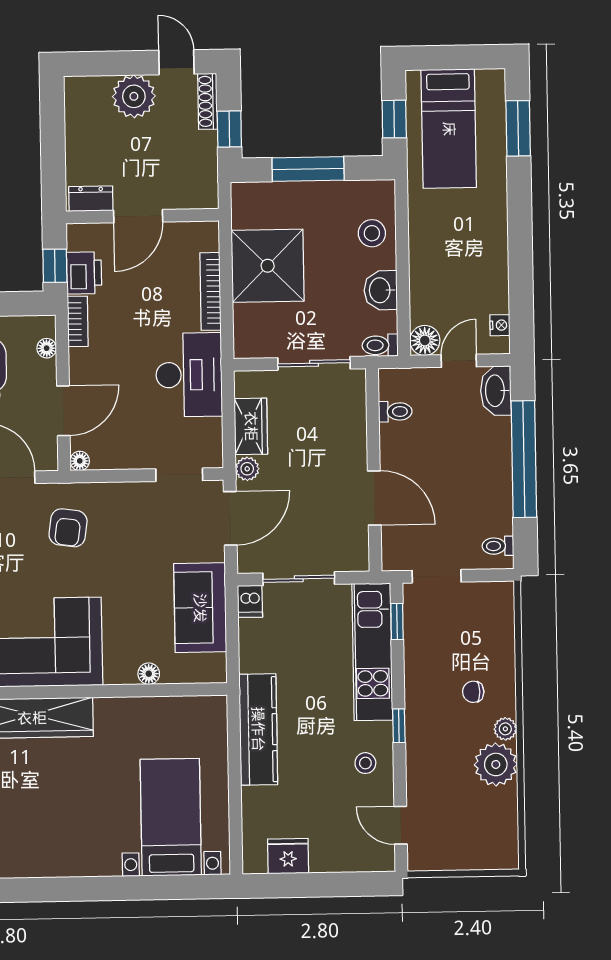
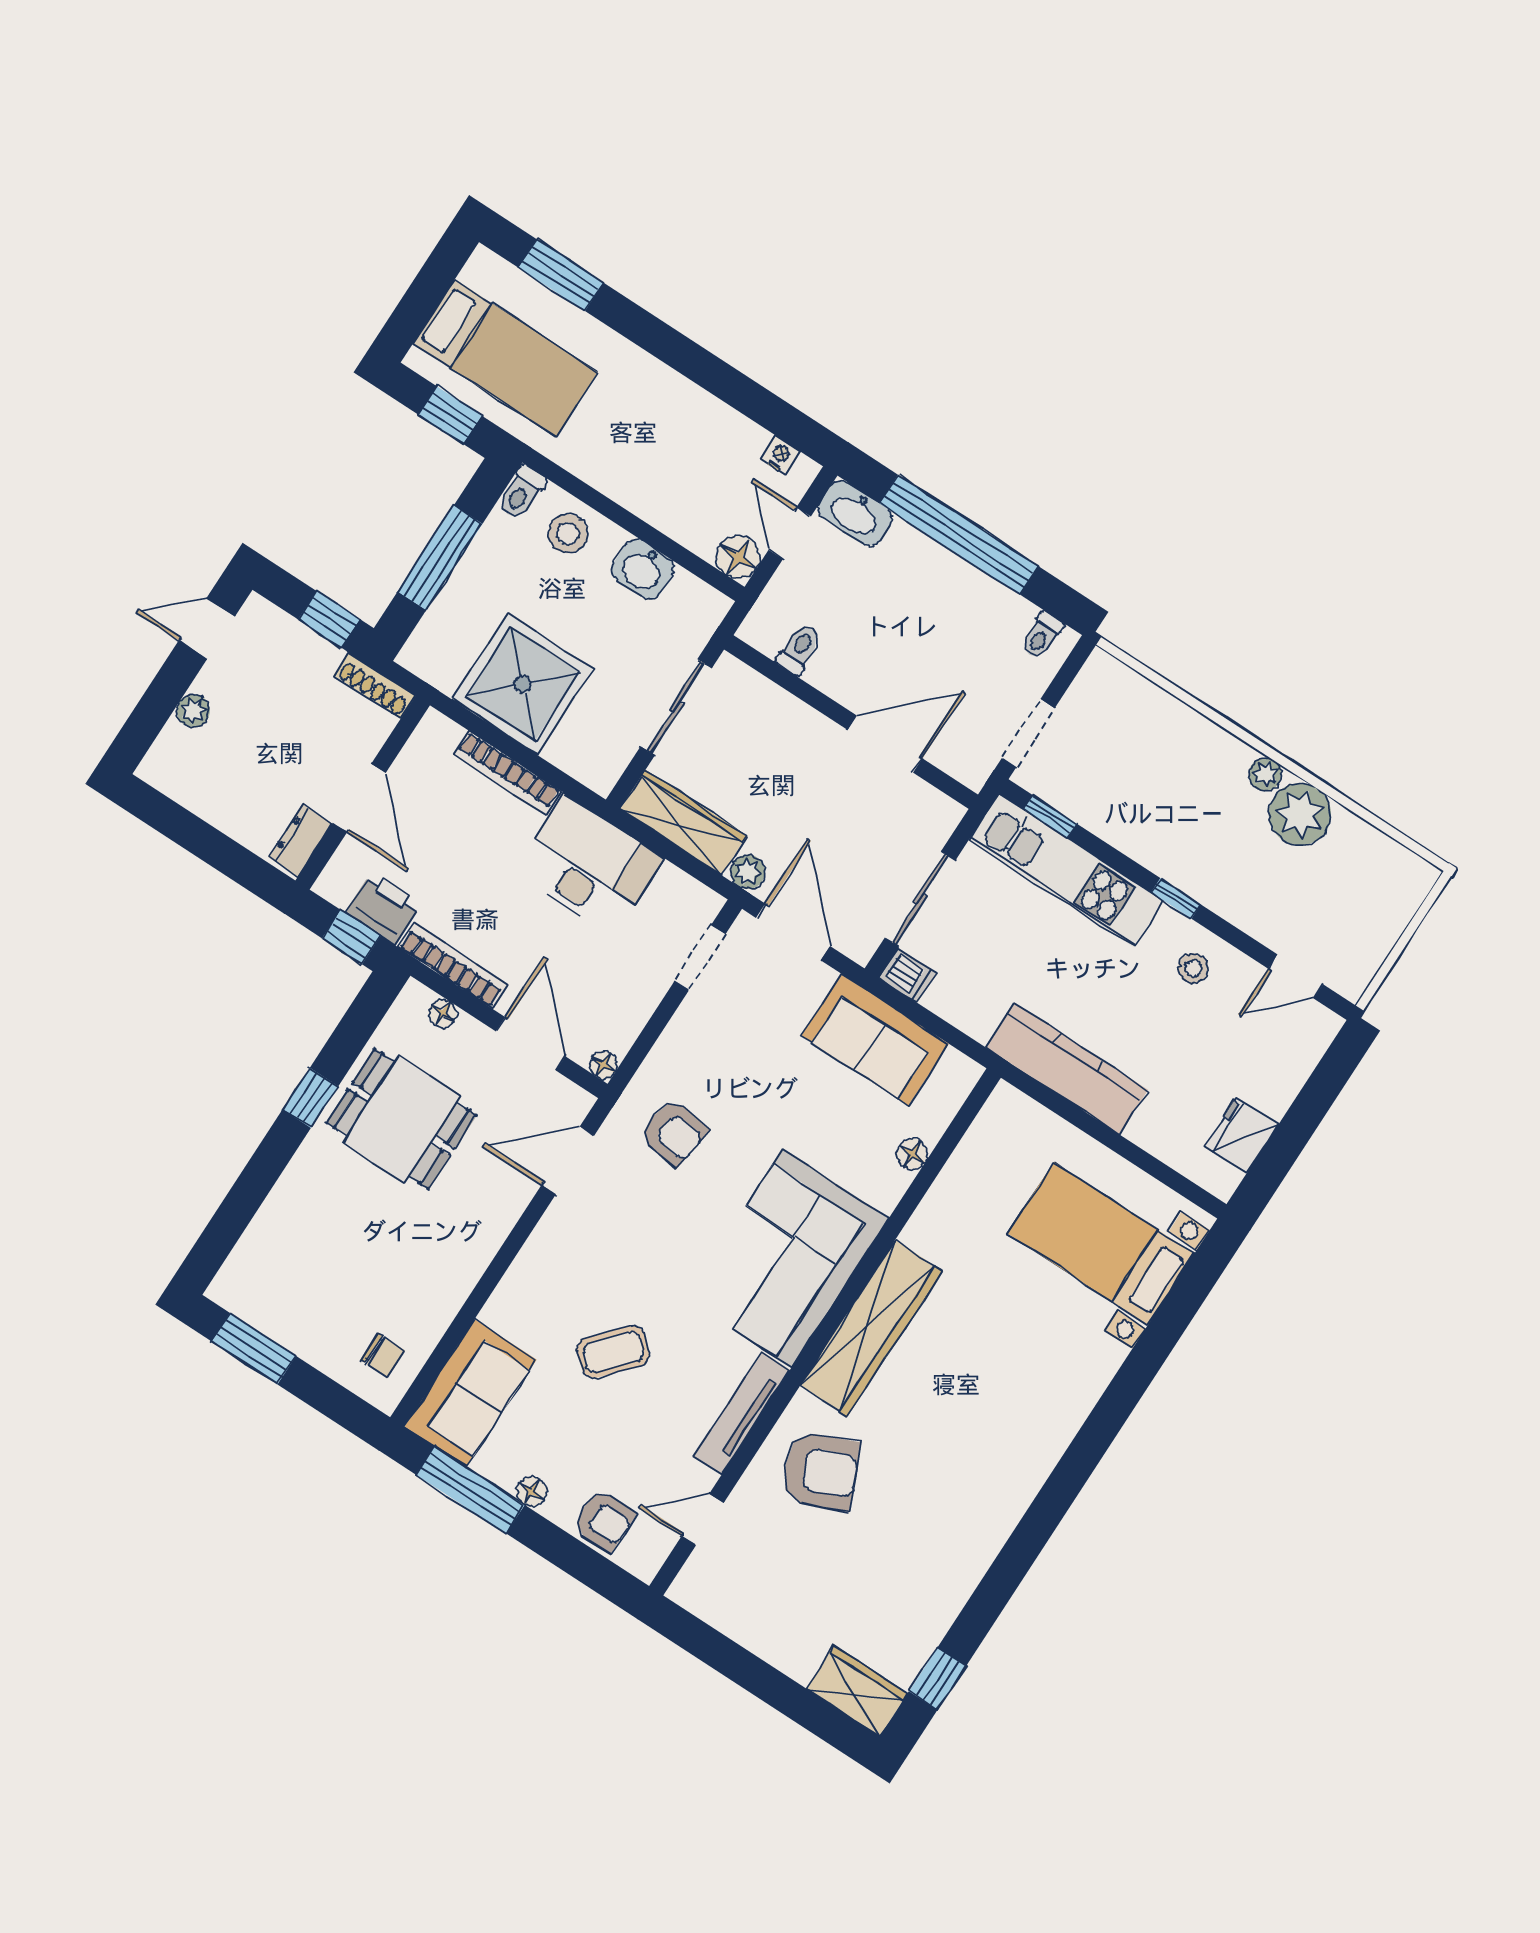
plant: (134, 96) -> (193, 711), width x0.53, depth x0.53
shoe rack: (208, 101) -> (375, 686), moved
bookcase: (78, 321) -> (453, 966), width x1.56
toilet: (380, 345) -> (522, 493), moved
wardrobe: (251, 426) -> (683, 822), width x1.50
chair: (473, 692) -> (1195, 783), removed

